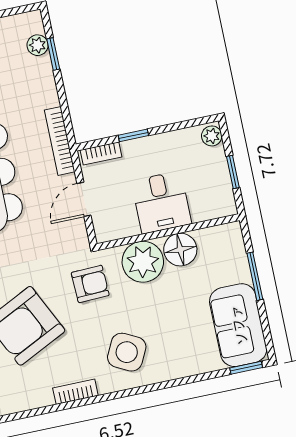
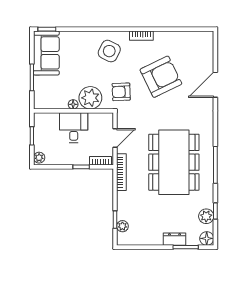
floor lamp: (180, 250) -> (73, 104), width x0.53, depth x0.53

